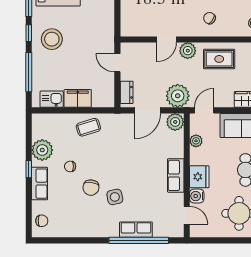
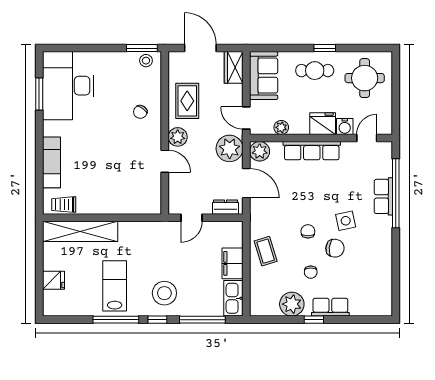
kitchen sink: (52, 99) -> (233, 298), width x1.38
row of seats: (176, 175) -> (312, 151), width x1.48
chair: (42, 221) -> (308, 231), moved

